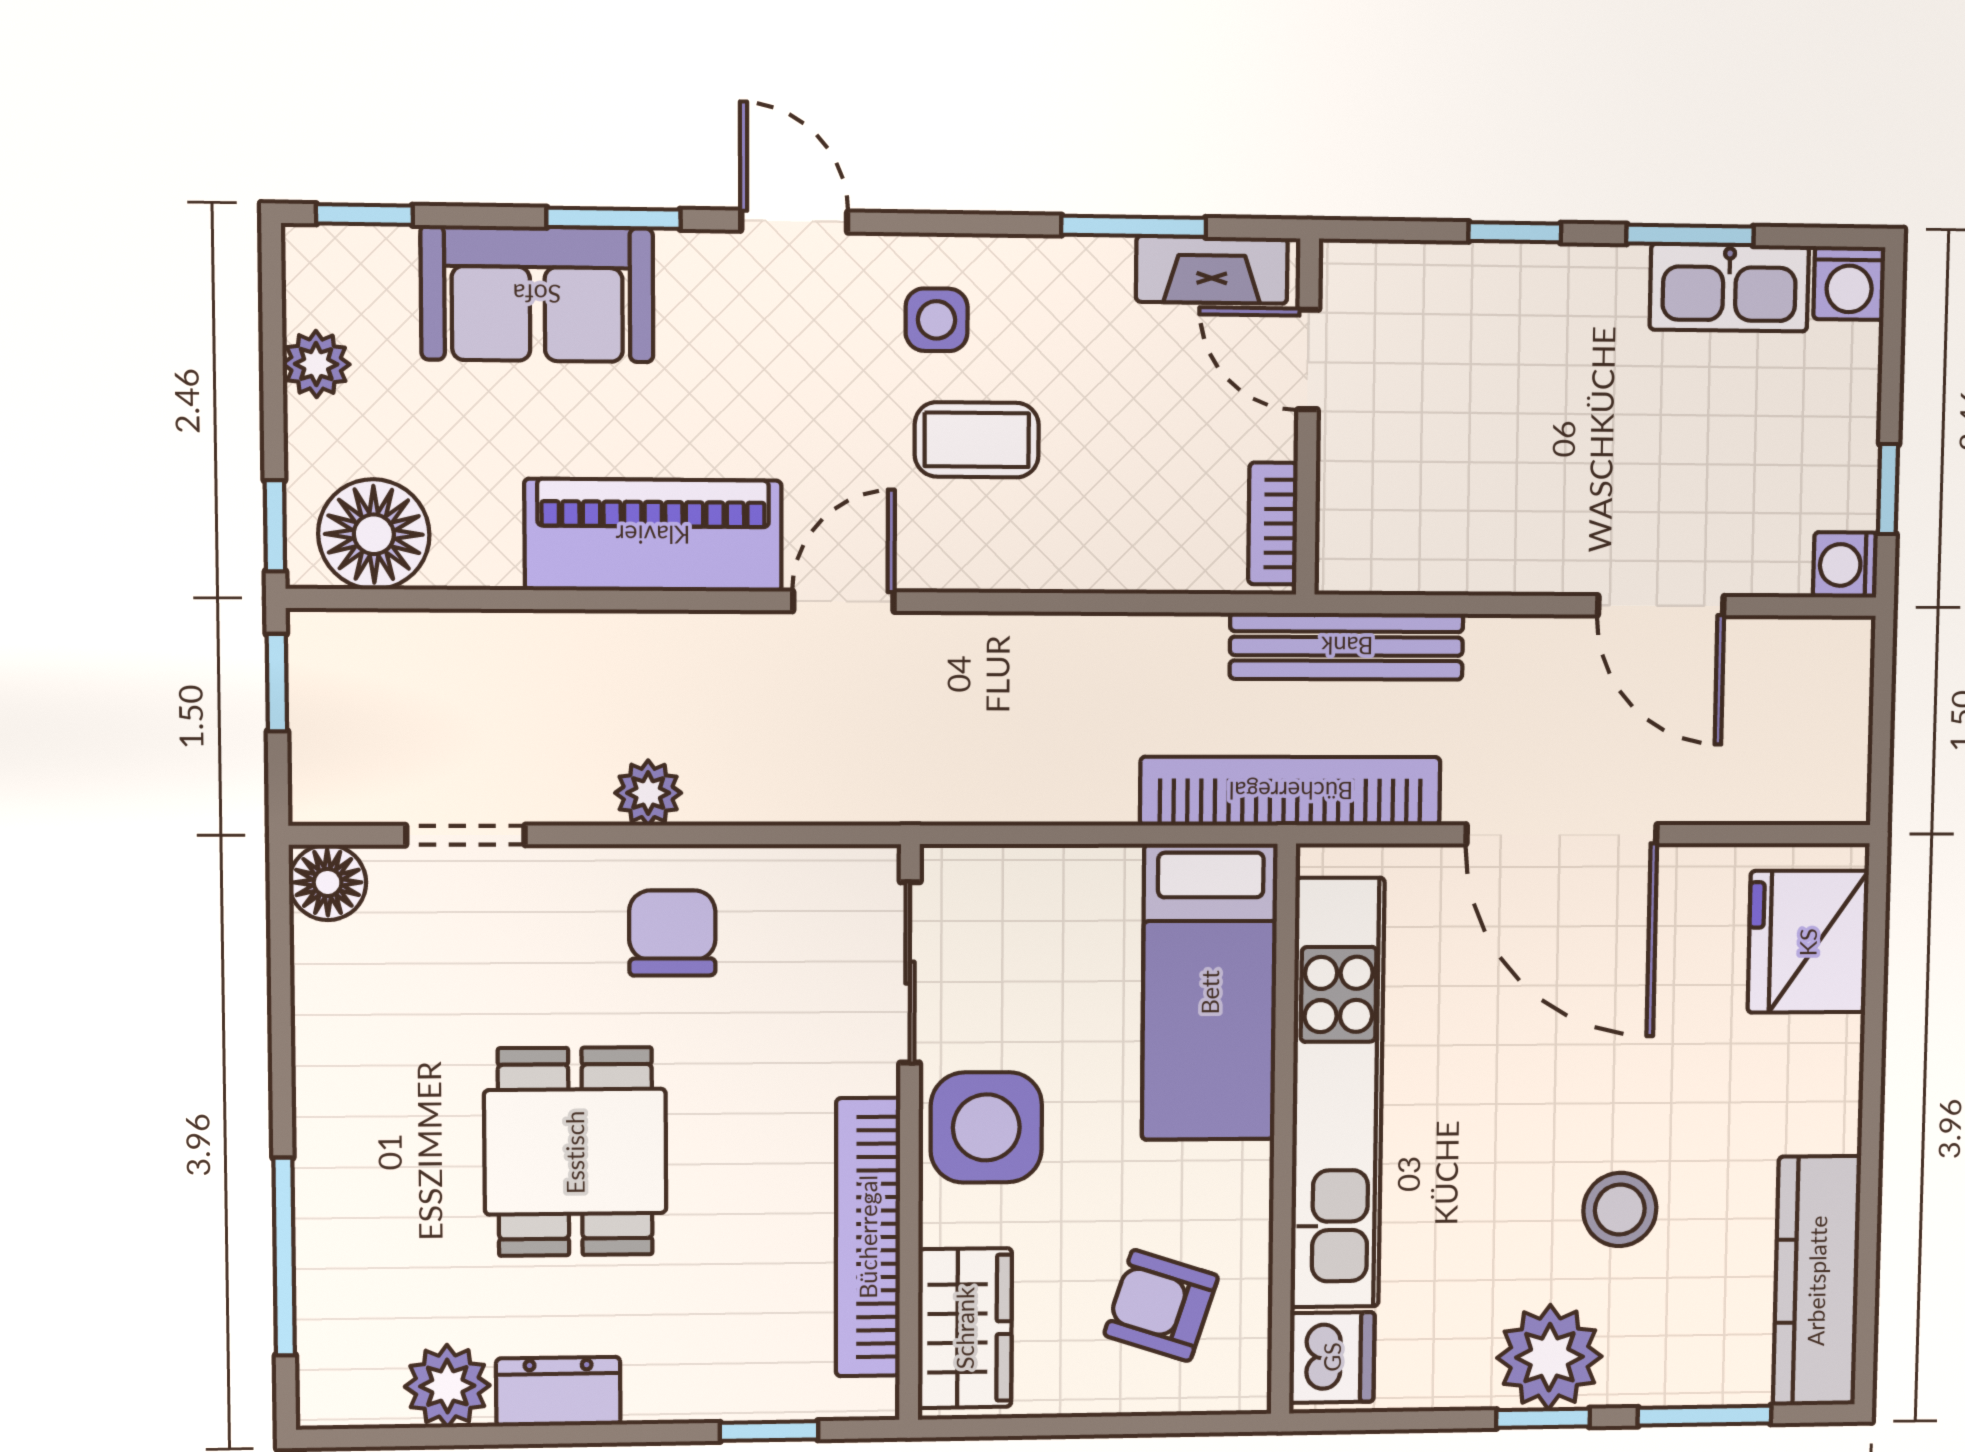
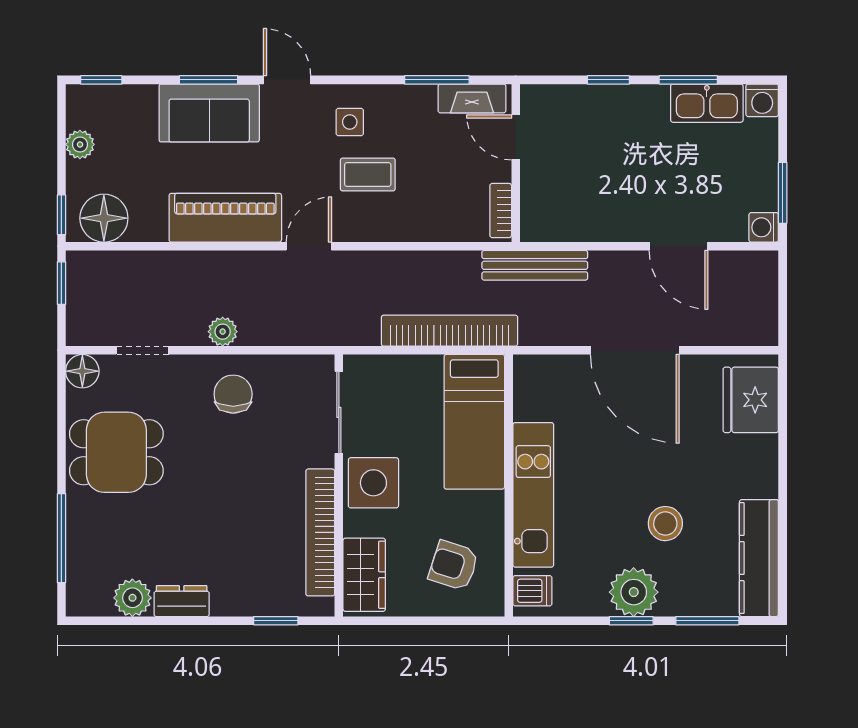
sofa: (537, 294) -> (209, 113), moved
window: (1888, 489) -> (783, 193), width x1.50
bookcase: (1291, 791) -> (449, 331), moved
kitchen unit: (1337, 1093) -> (533, 495), width x0.73
dining table: (575, 1152) -> (116, 452), moved, turned 90
dishwasher: (1332, 1357) -> (532, 591), width x0.73

